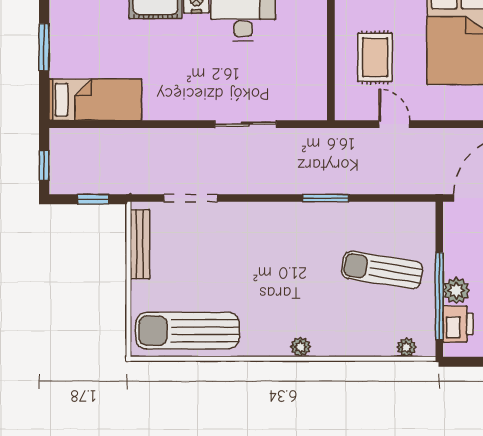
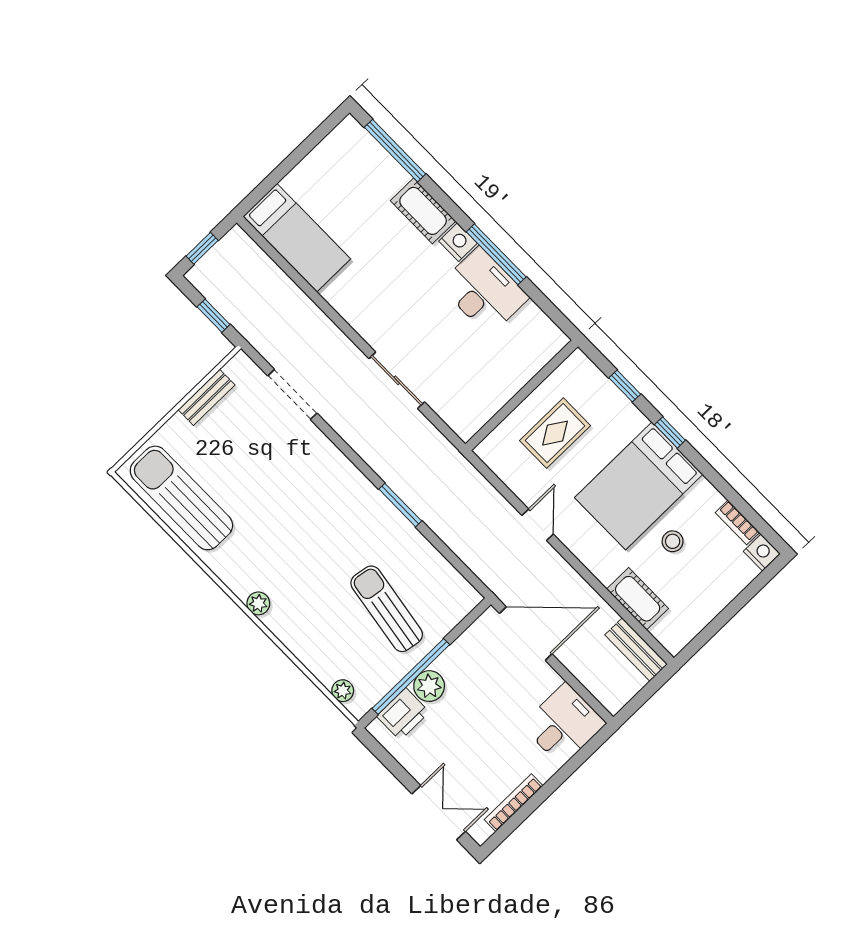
window: (44, 47) -> (299, 154), removed
door: (394, 124) -> (538, 525), moved
bench: (140, 244) -> (207, 397), width x0.73

